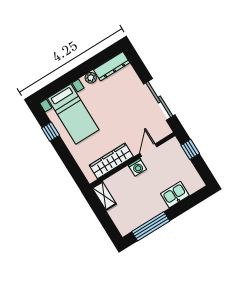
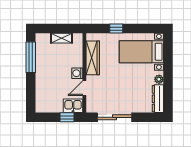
window: (51, 132) -> (116, 29), moved
door: (148, 150) -> (84, 88), swing flipped
kitchen sink: (175, 195) -> (73, 106), moved, turned -90
shelving: (104, 196) -> (61, 38), moved

